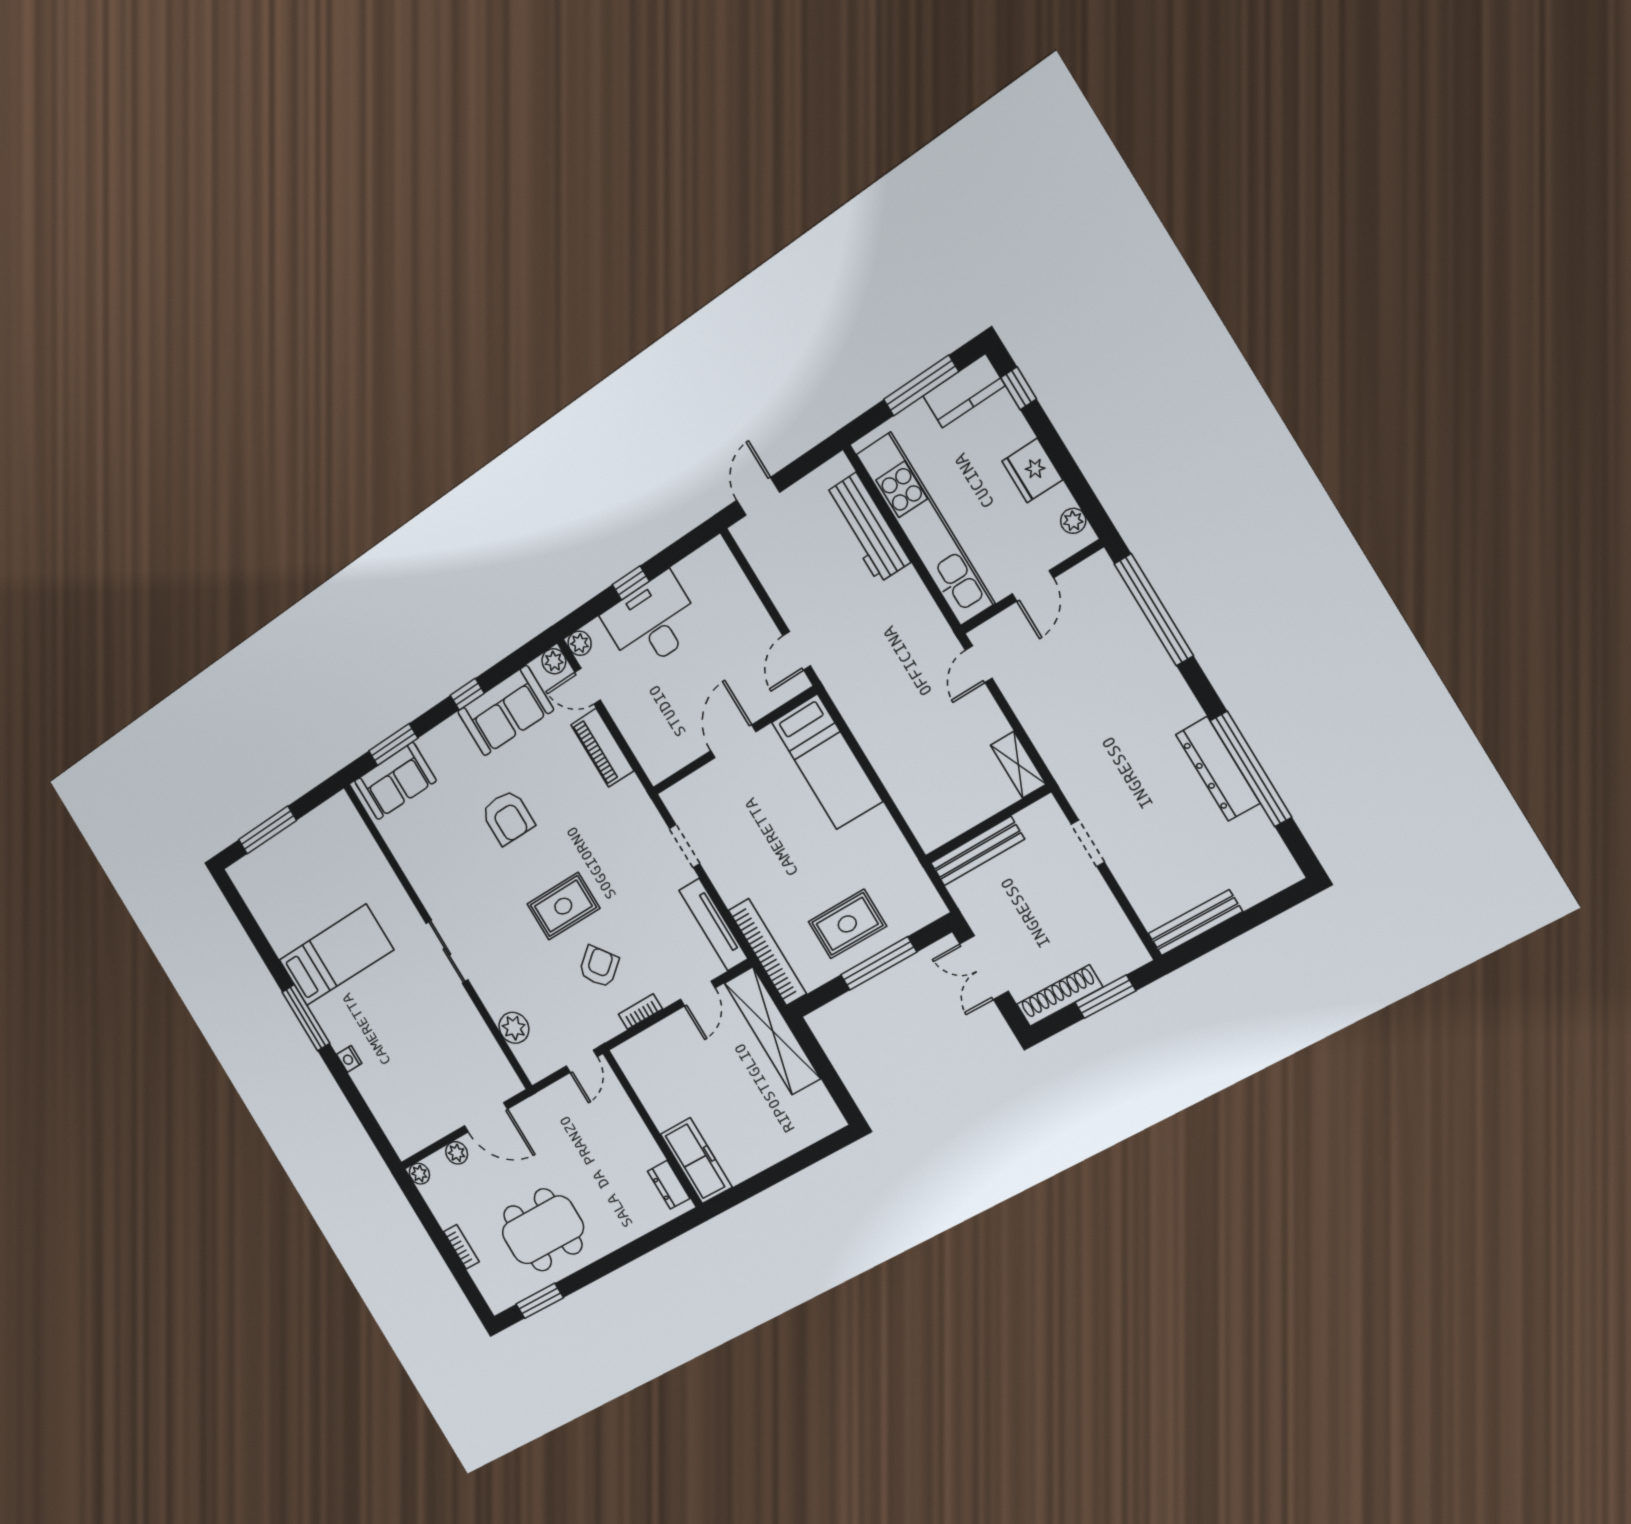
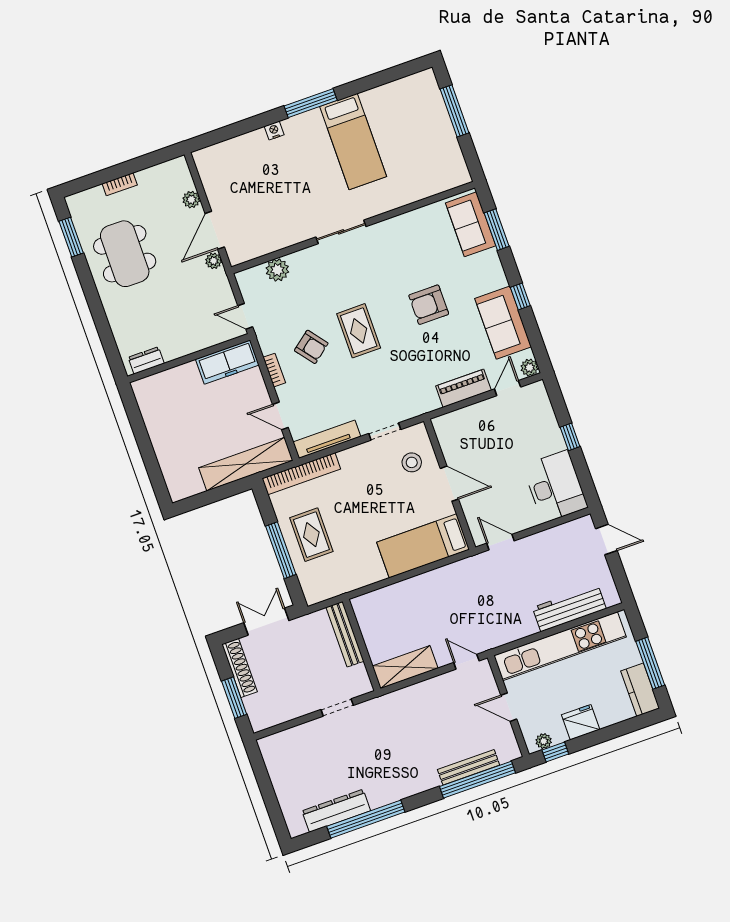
window: (1019, 388) -> (555, 752), moved
desk: (652, 622) -> (555, 486), moved
plant: (580, 643) -> (538, 390), removed
shelving: (1018, 765) -> (405, 667), width x1.50, depth x1.33
dresser: (1218, 769) -> (336, 811), moved
stool: (717, 800) -> (412, 462), added
bench: (1195, 923) -> (469, 767), moved, turned 90
freezer: (696, 1161) -> (227, 362), moved
plant: (419, 1174) -> (214, 261), moved

